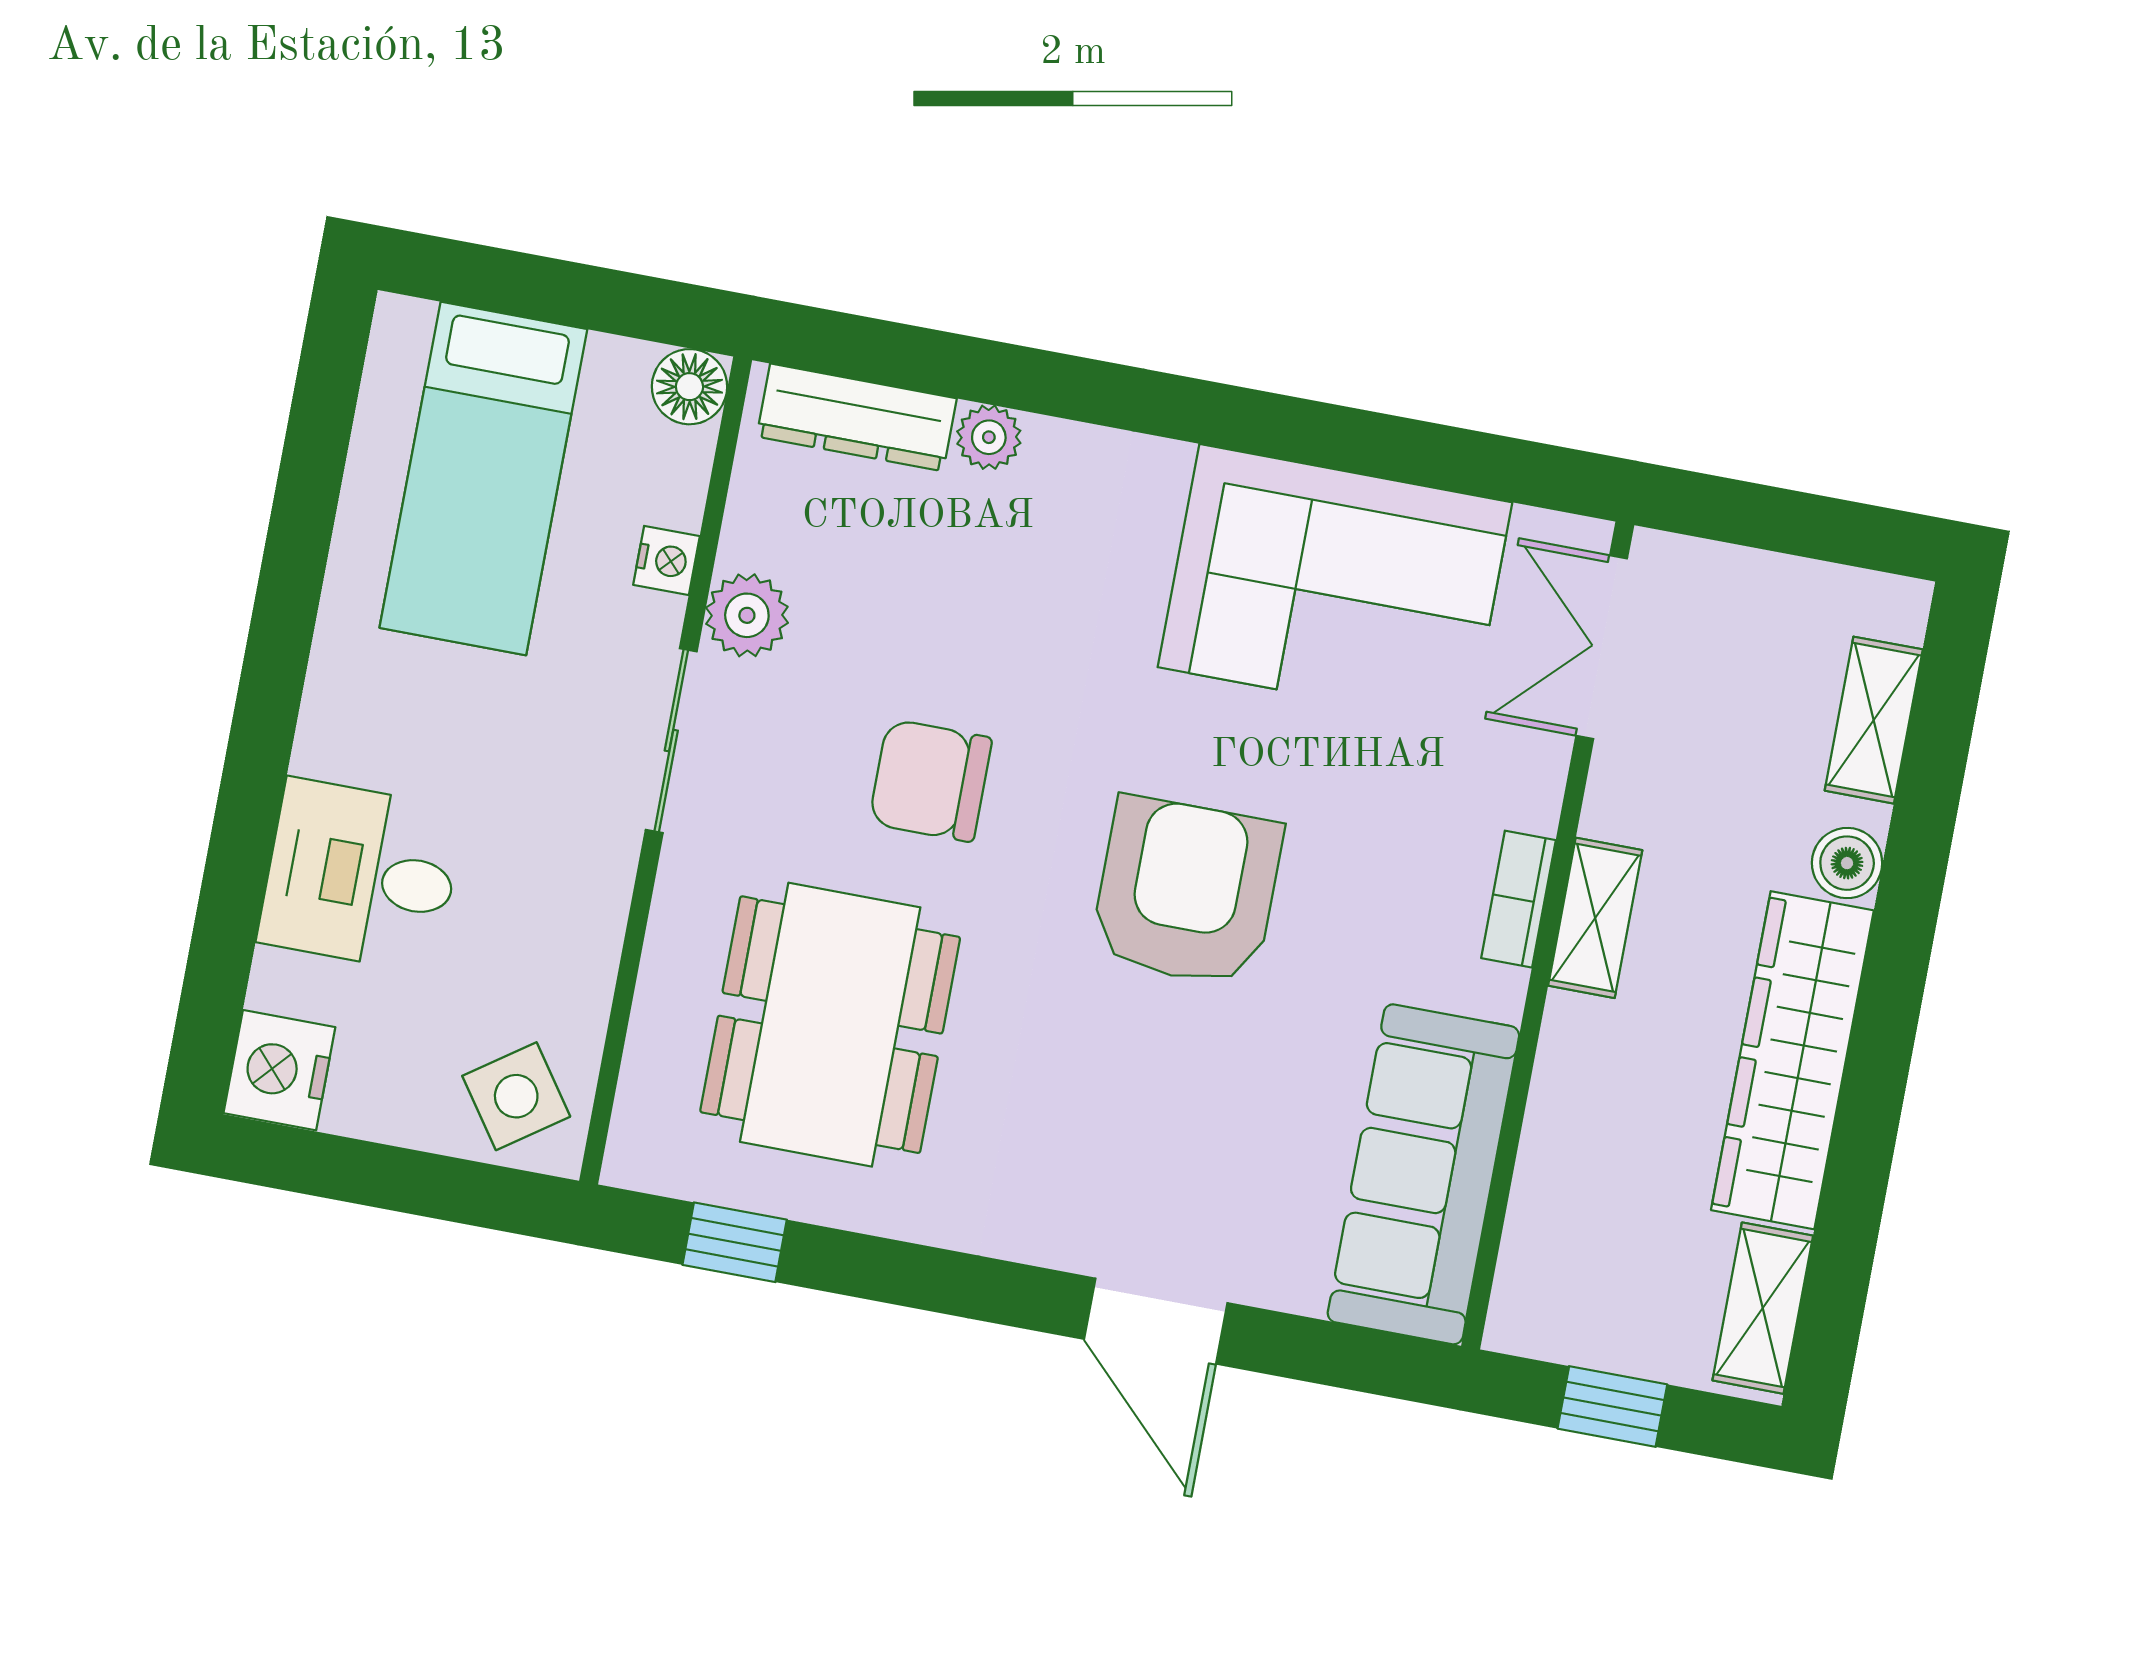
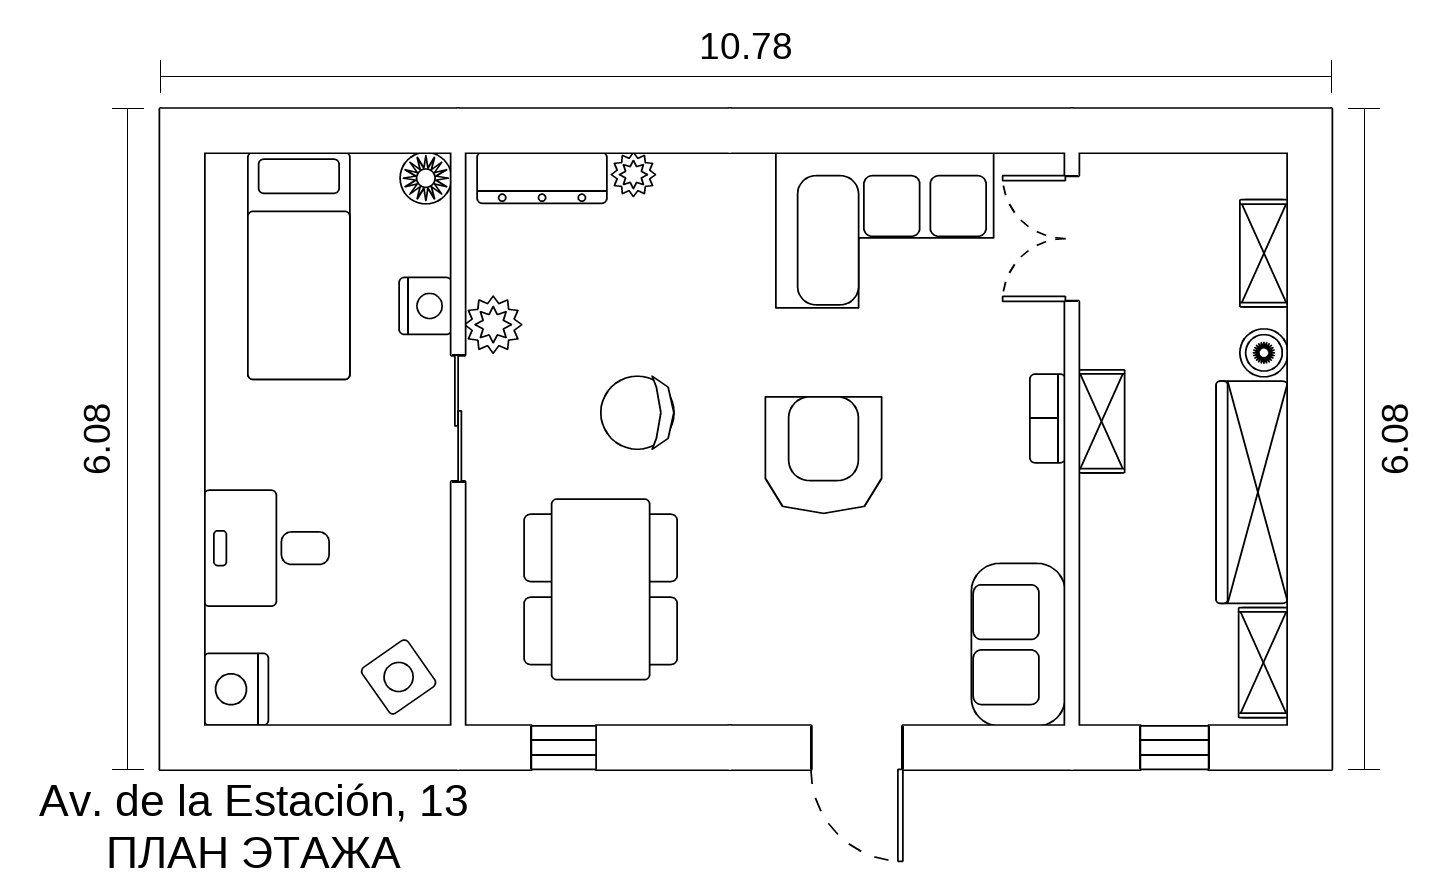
nightstand: (666, 561) -> (425, 306), width x1.39, depth x1.35
sofa: (1423, 1174) -> (1018, 645), width x0.73

